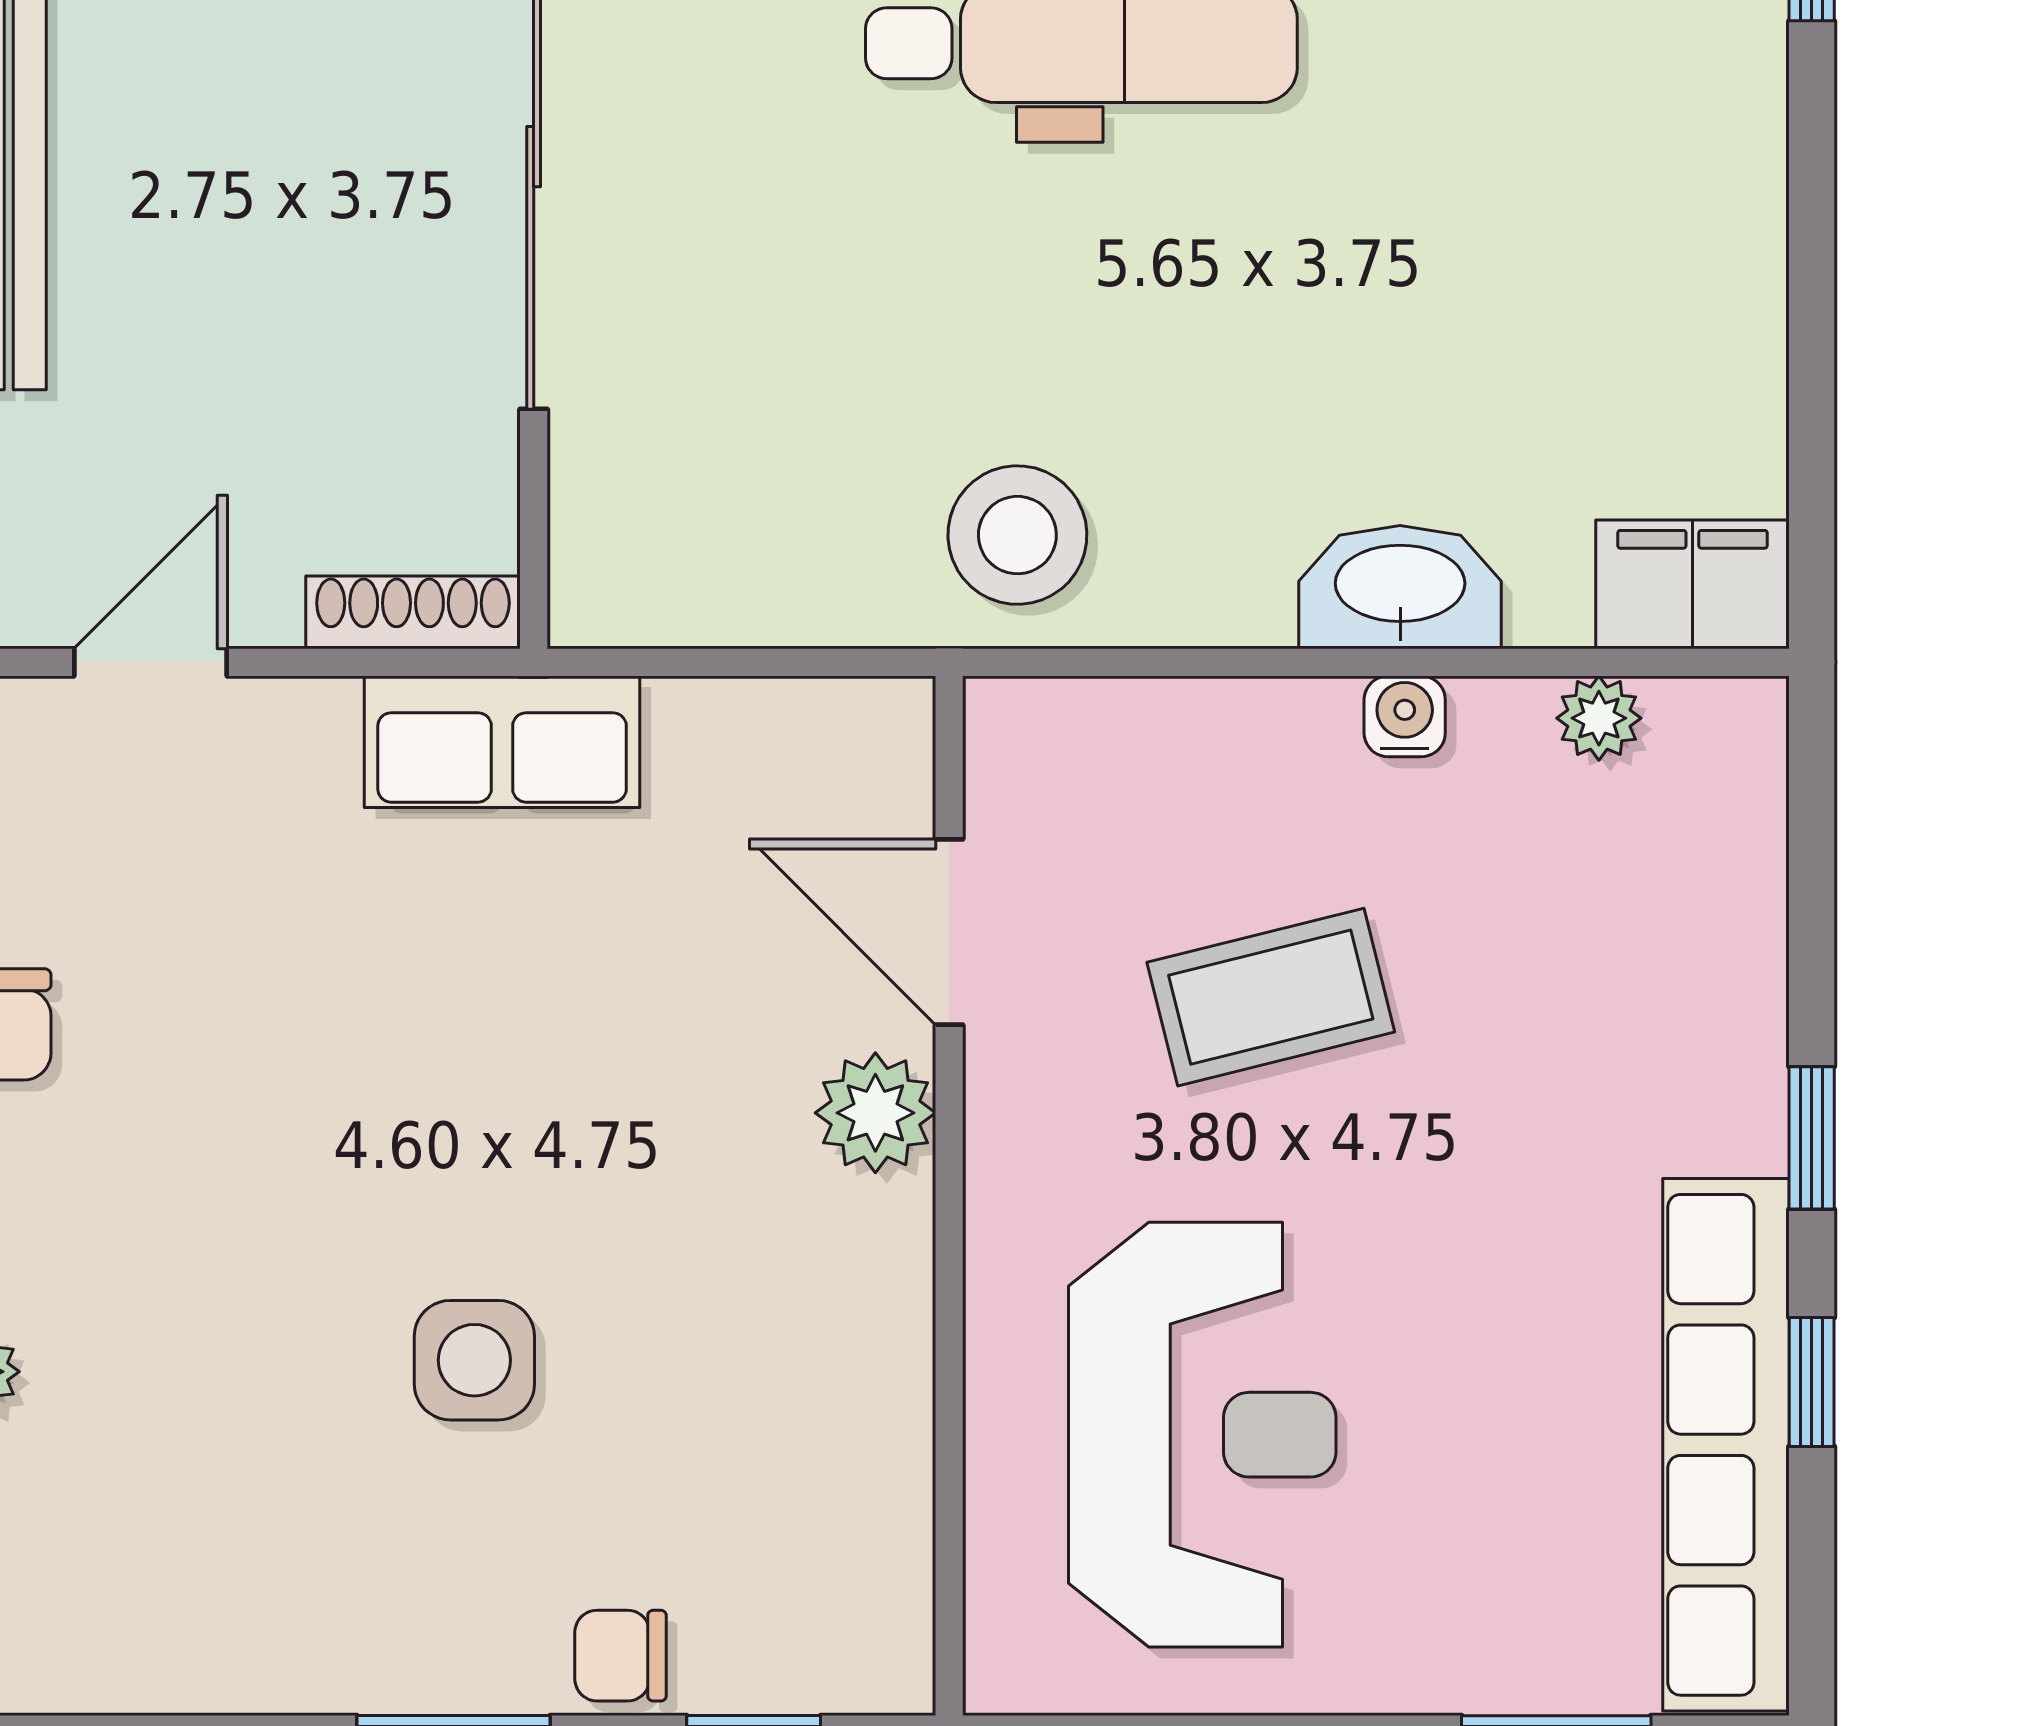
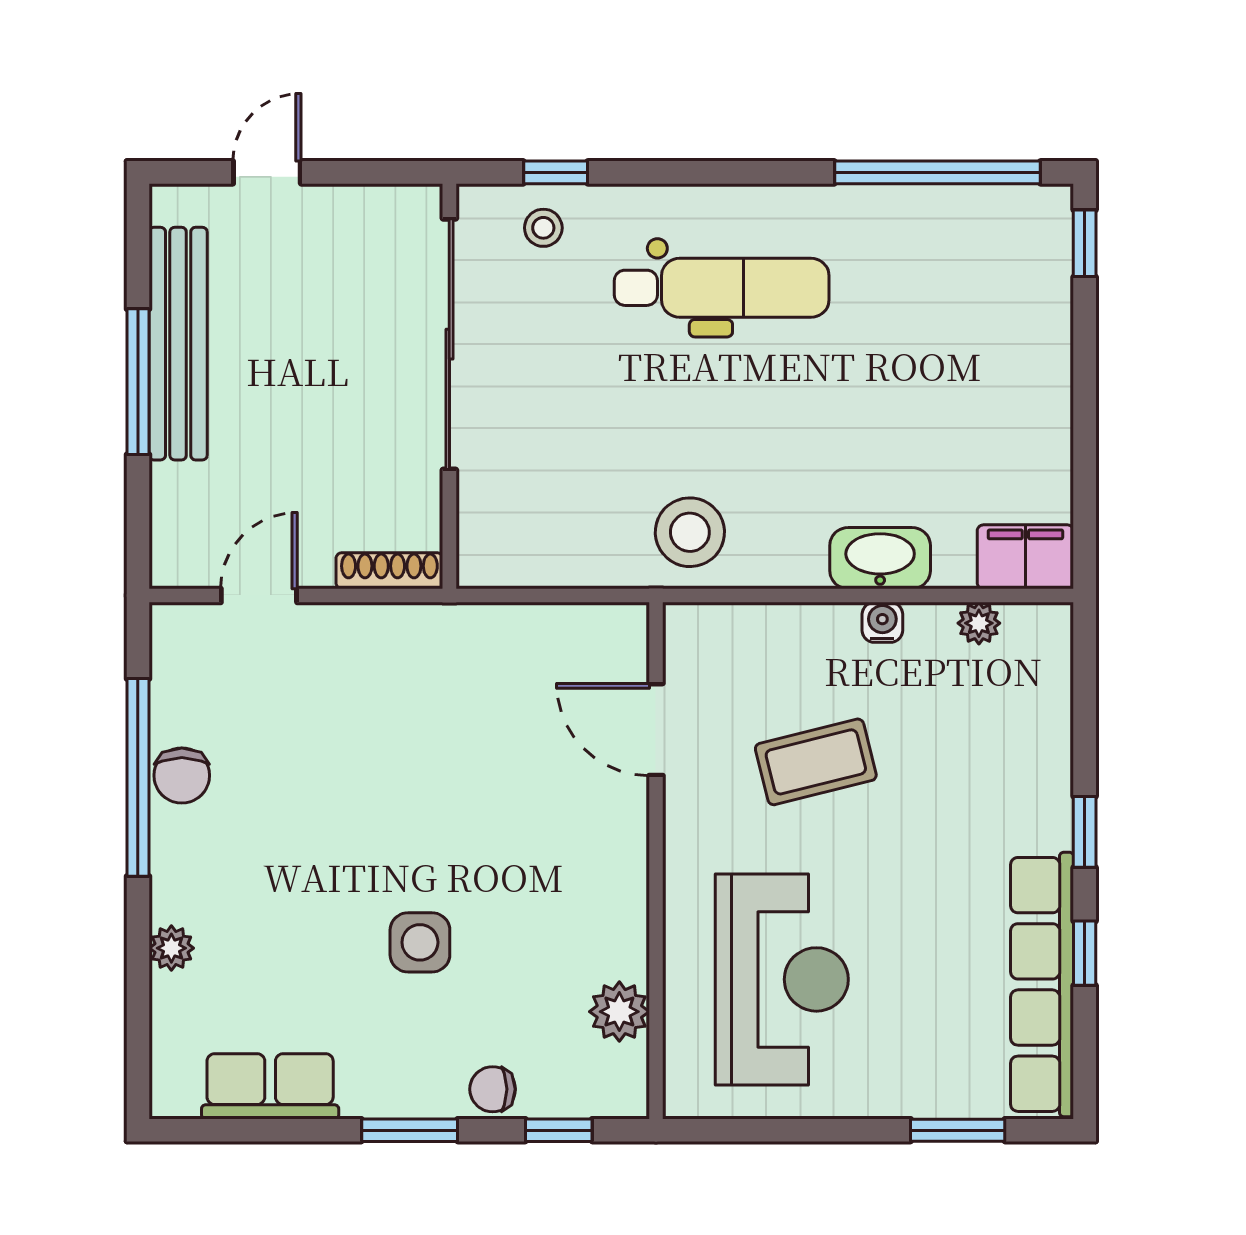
row of seats: (502, 742) -> (270, 1086), moved, turned 180
plant: (875, 1113) -> (619, 1012), moved

